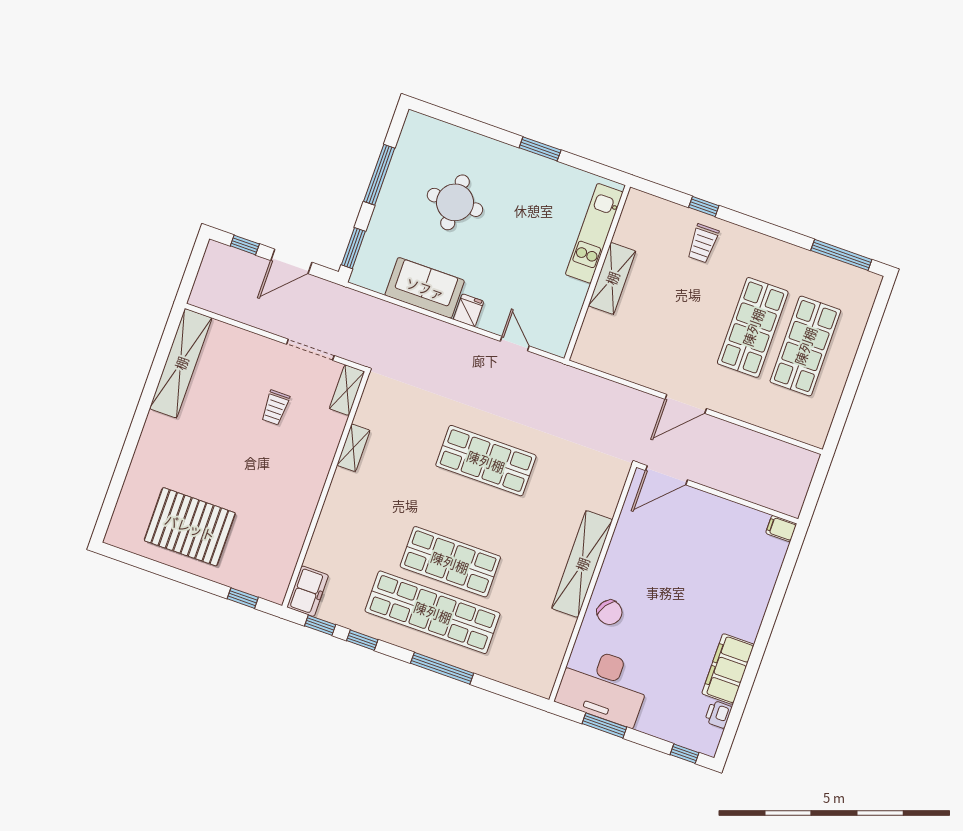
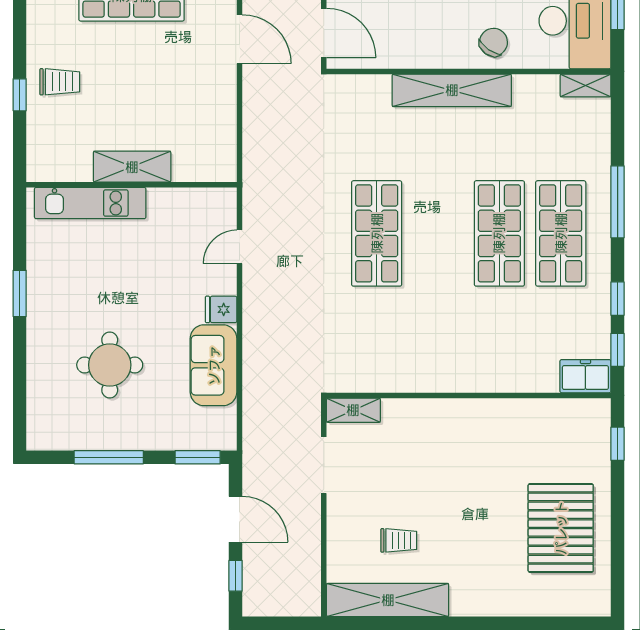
trolley: (275, 408) -> (399, 540), moved
shelving: (353, 448) -> (586, 85), moved
shop shelf: (433, 612) -> (561, 233), width x0.71

